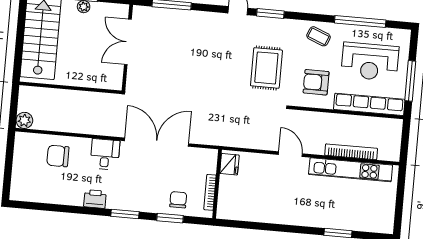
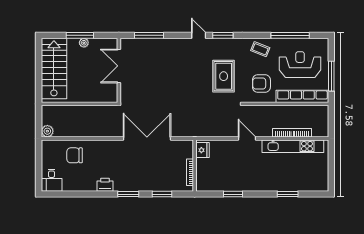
reception desk: (370, 62) -> (300, 65), turned 180
desk: (105, 154) -> (52, 180), moved, turned 180
chair: (178, 200) -> (167, 180), removed
window: (265, 227) -> (233, 194), added

